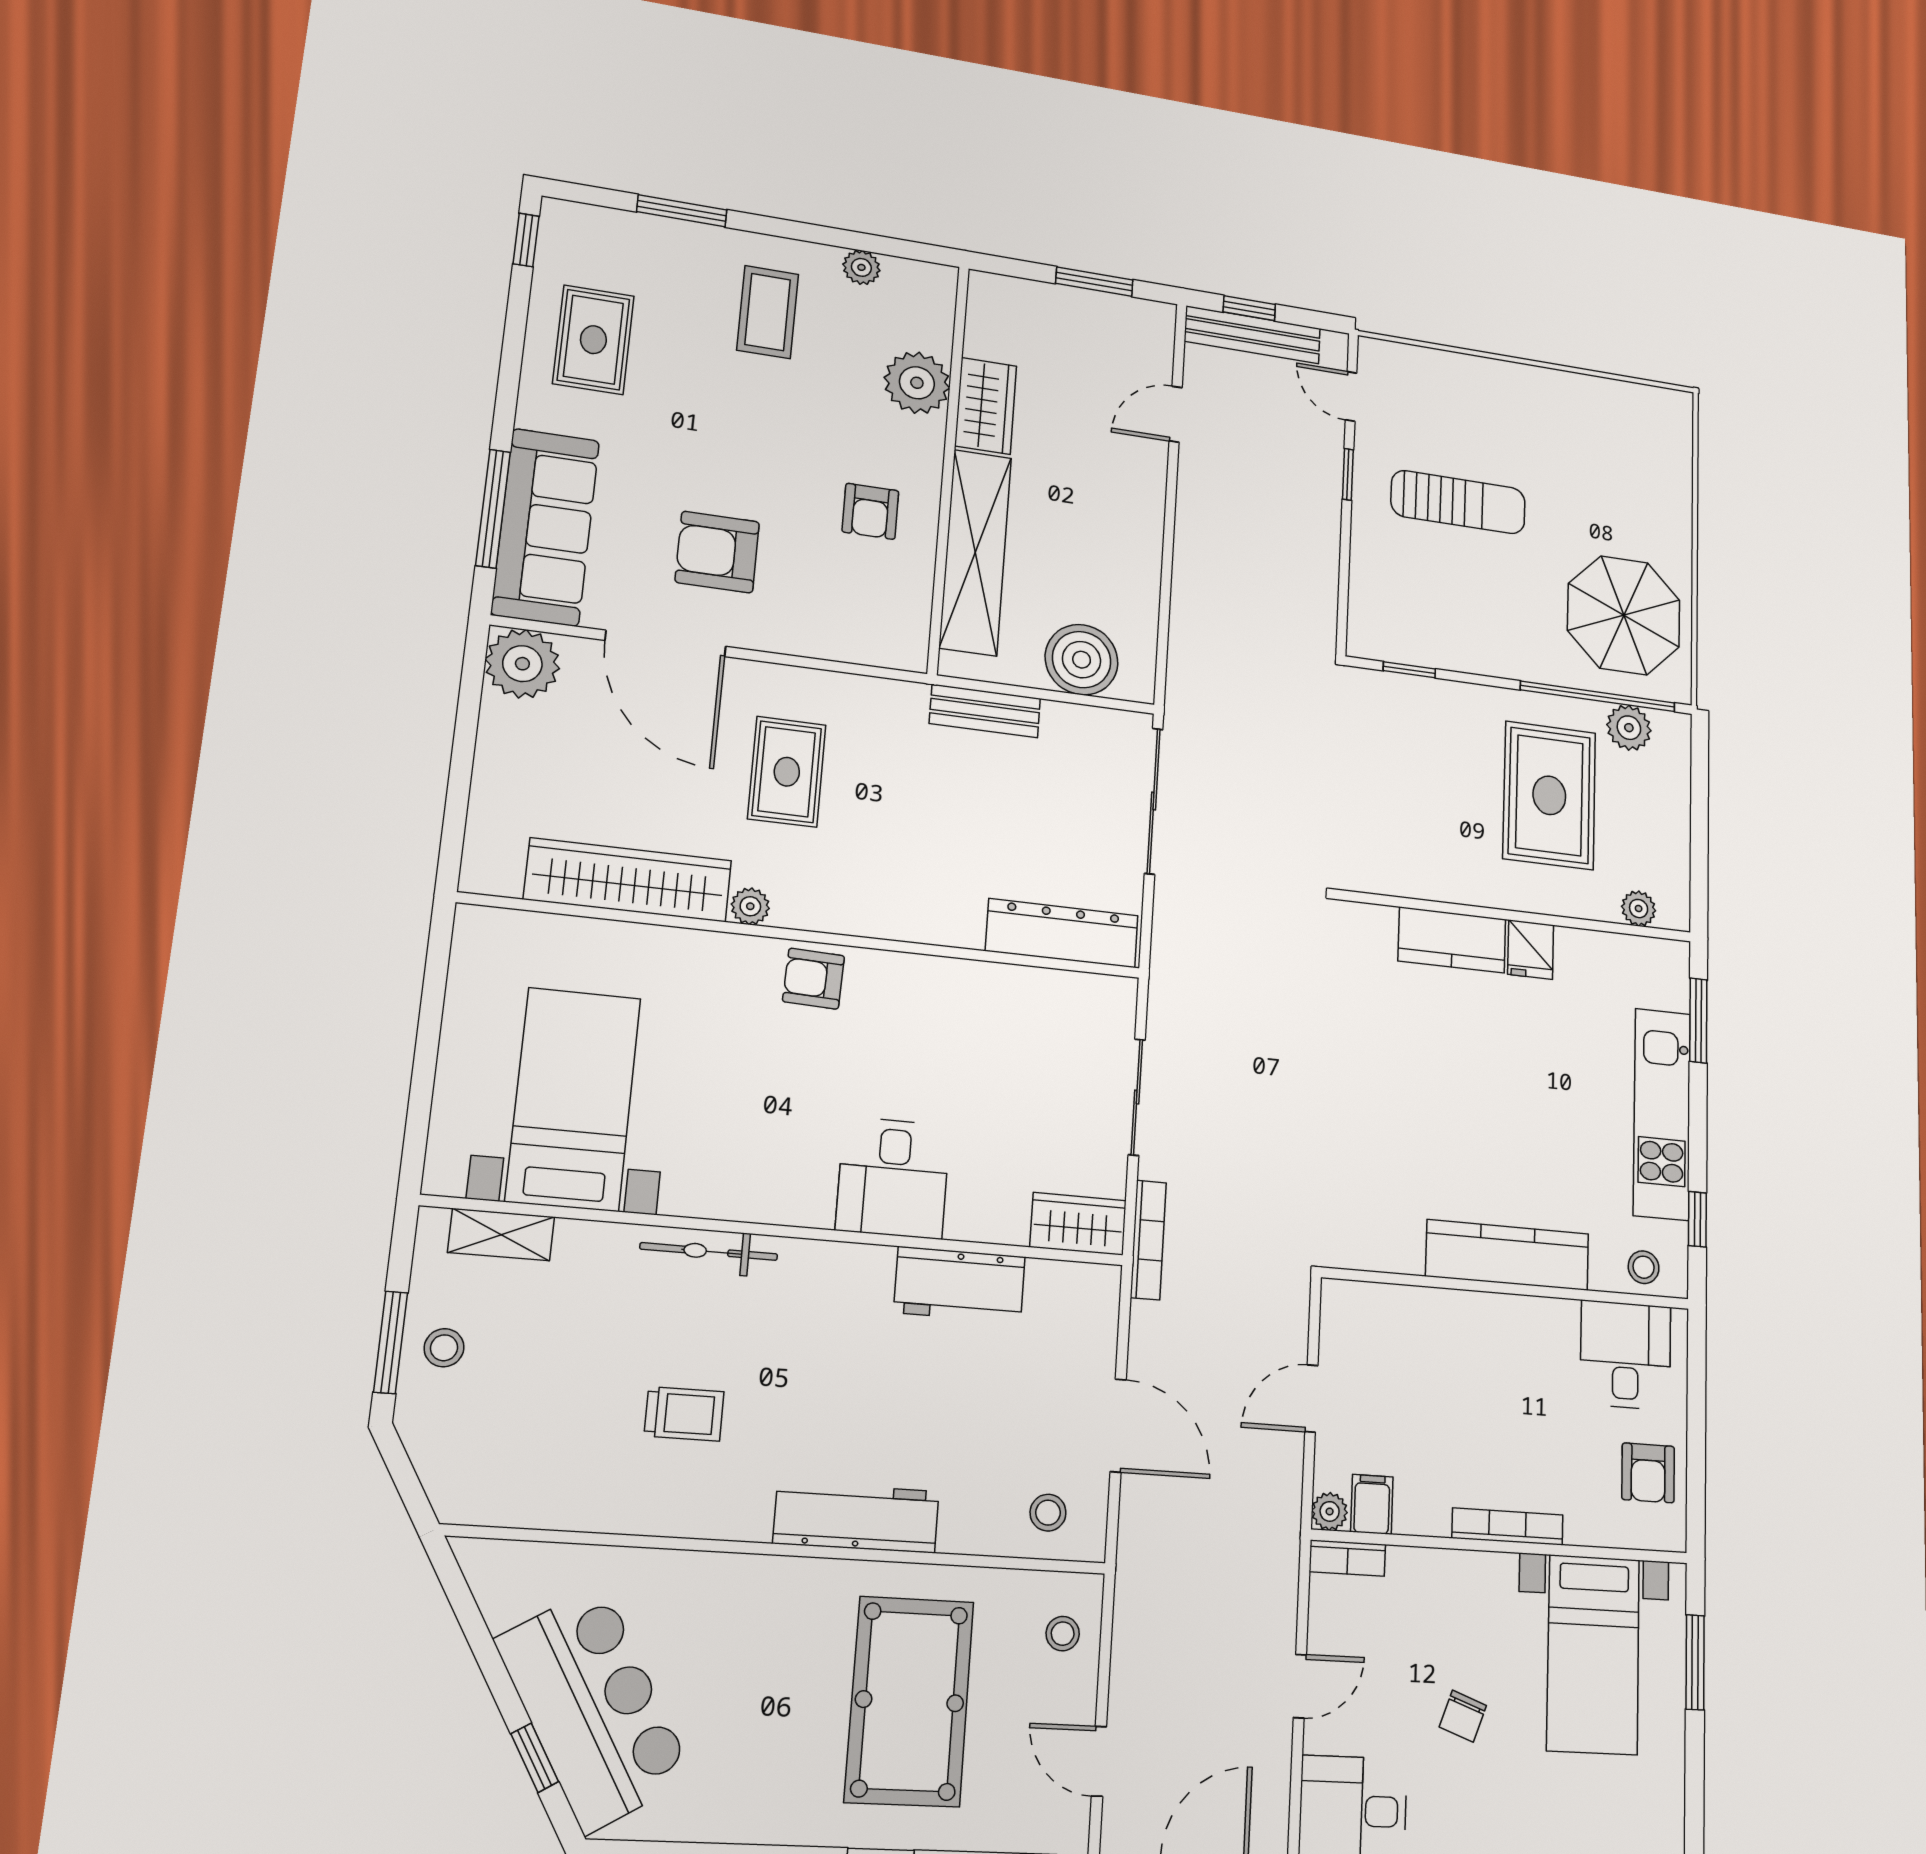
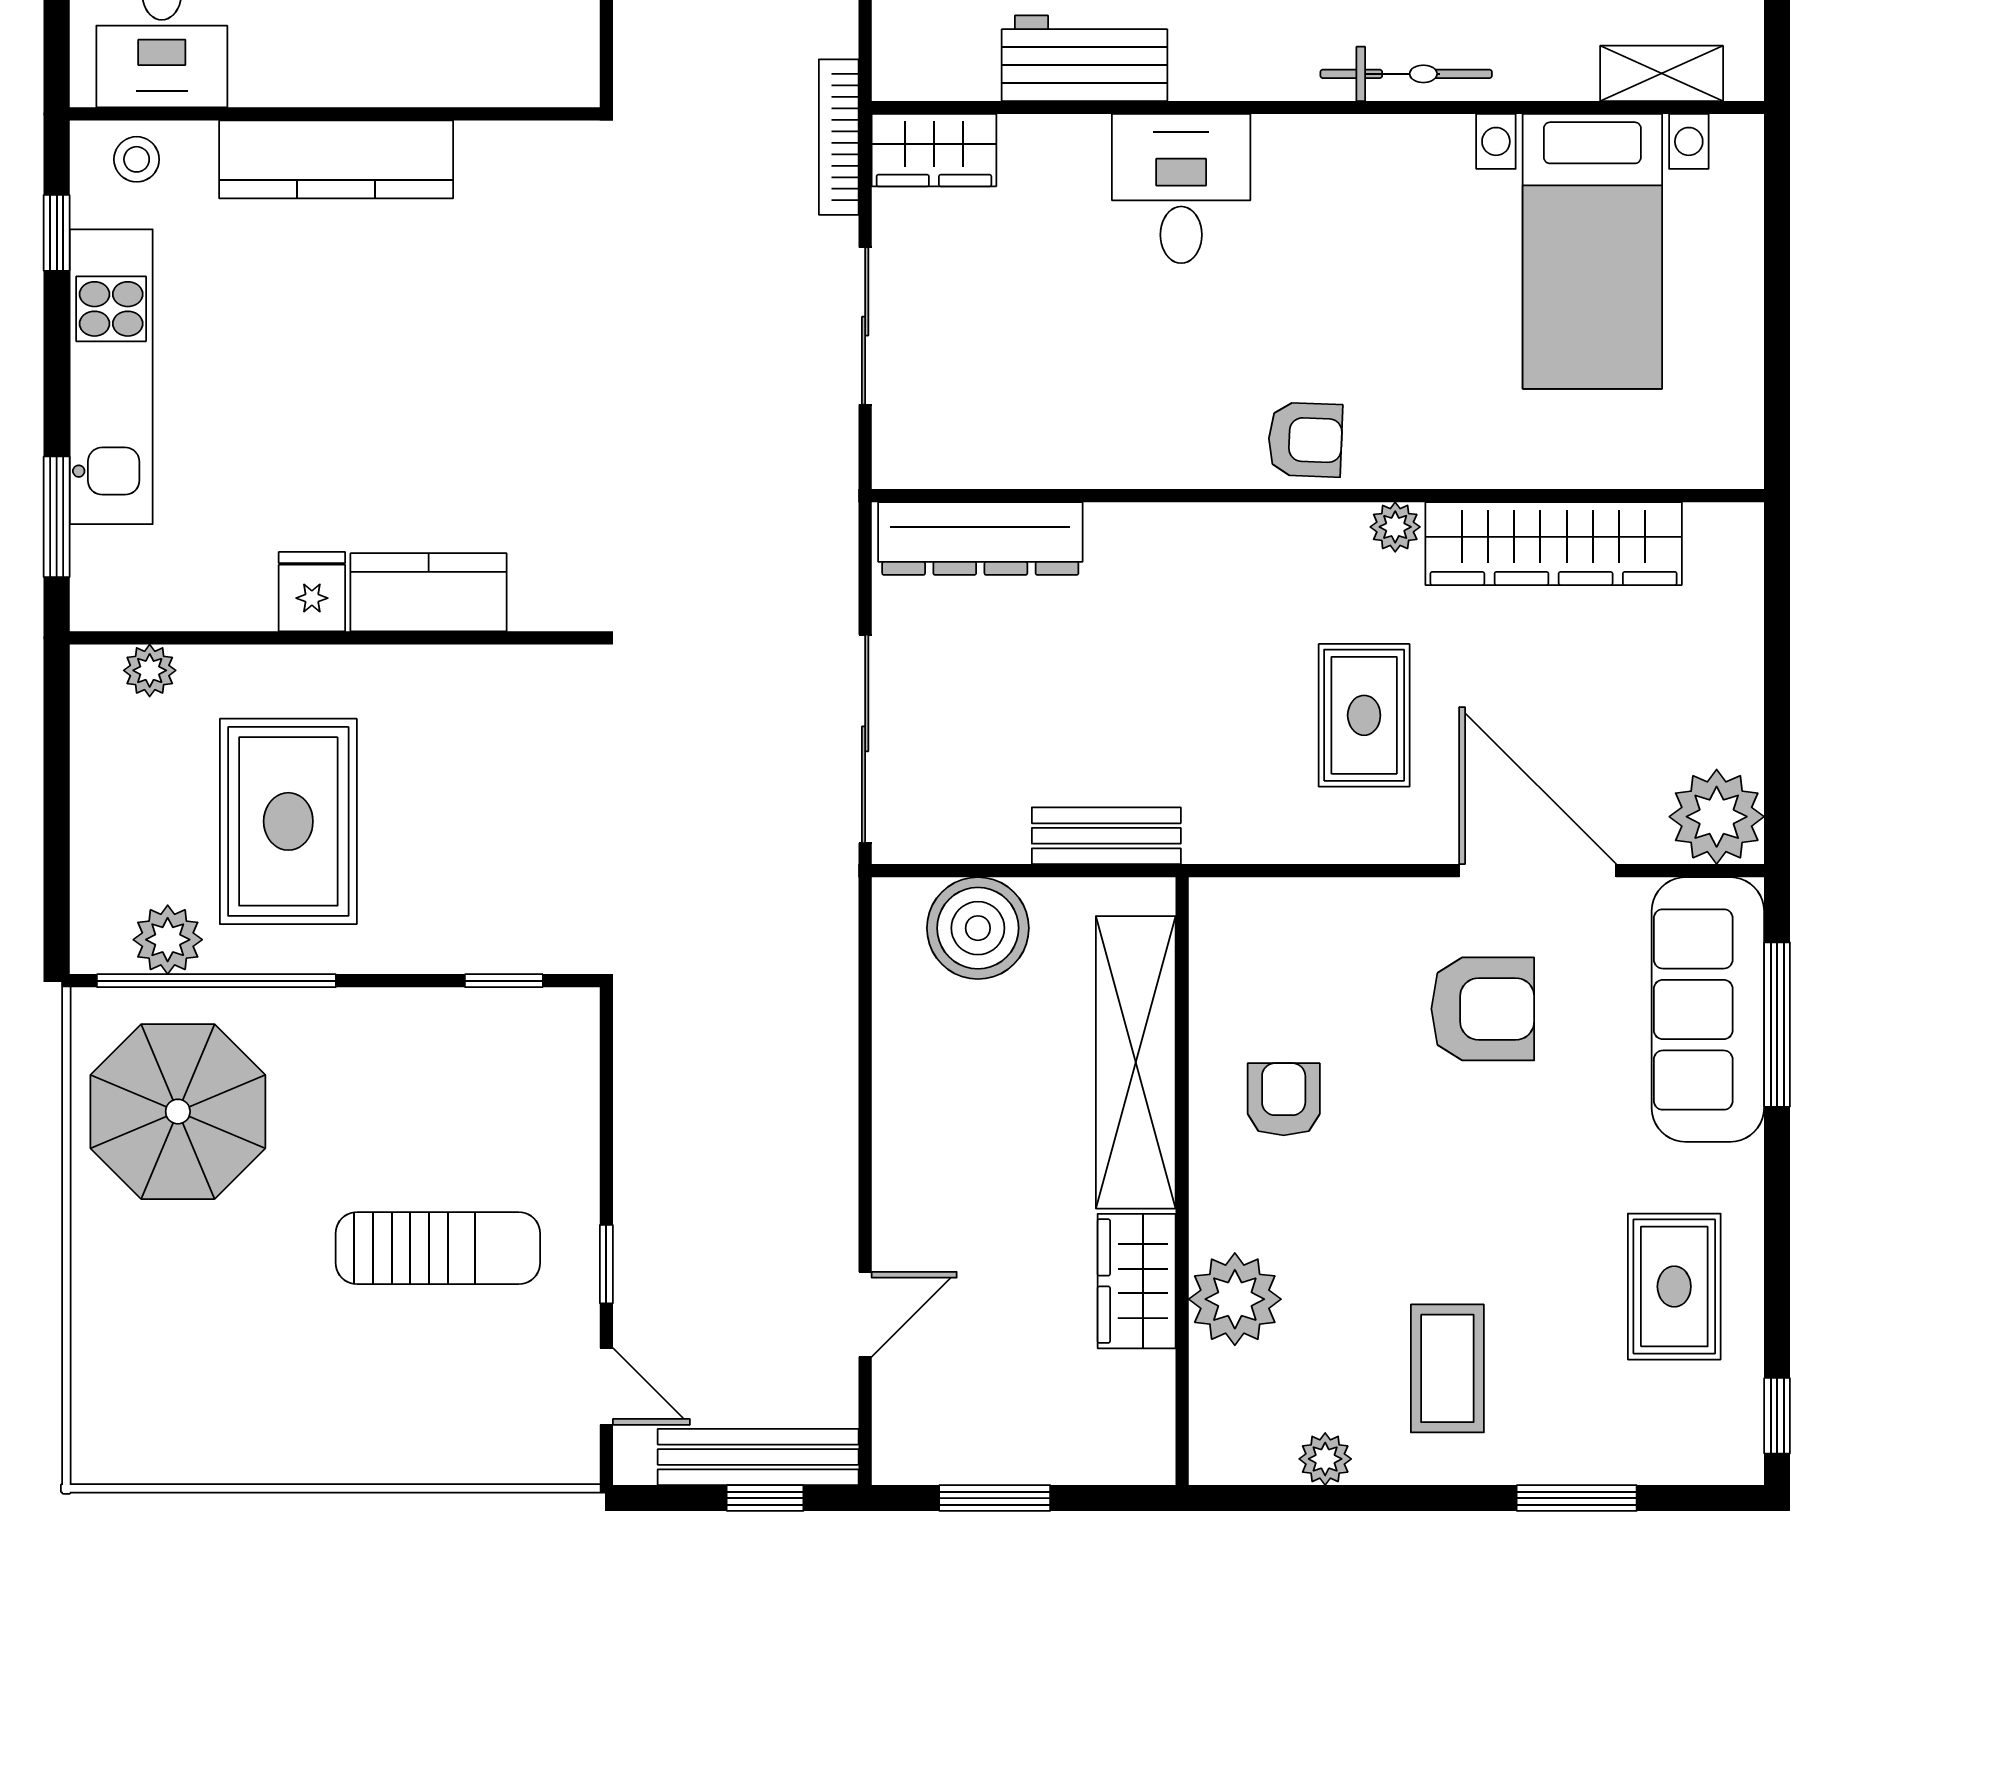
sun lounger: (1458, 502) -> (438, 1248), turned 180

